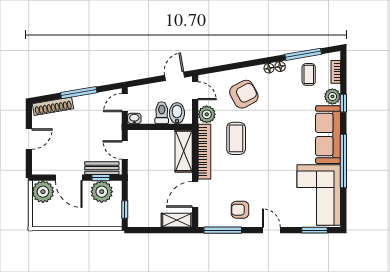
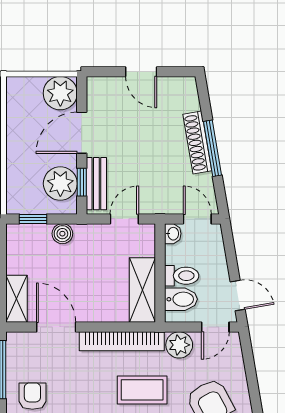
shoe rack: (53, 106) -> (197, 142), moved
shelving: (184, 151) -> (142, 290), moved, turned 90
boiler: (134, 190) -> (62, 234), added

